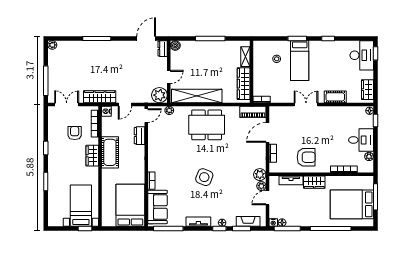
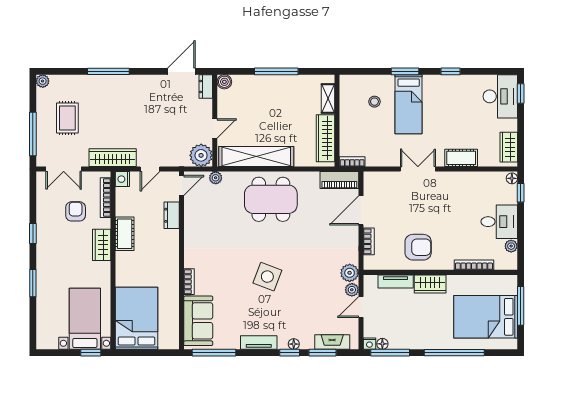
rug: (69, 70) -> (67, 118), added
double door: (67, 104) -> (64, 169), swing flipped
cot: (110, 152) -> (125, 234), width x0.73, depth x0.75
bed: (130, 205) -> (137, 318), moved

